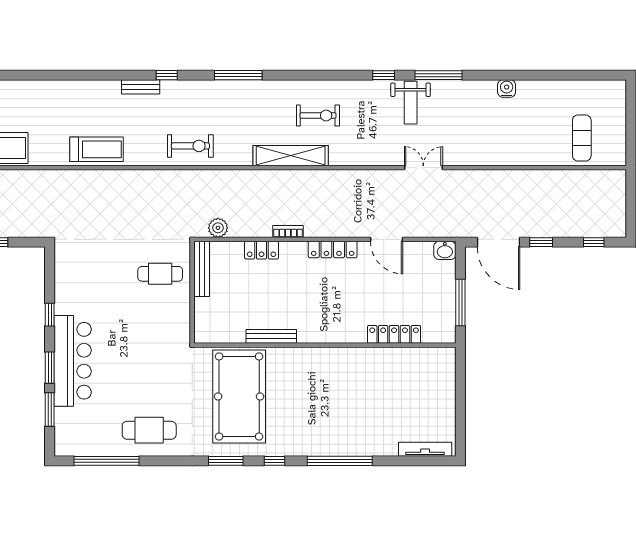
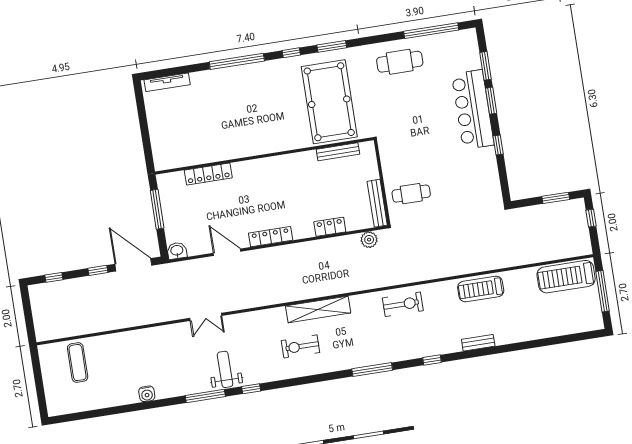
bench: (141, 87) -> (478, 343), moved
exercise bike: (190, 146) -> (403, 304), turned 180
bookcase: (288, 231) -> (310, 246), removed
bench: (271, 336) -> (338, 152), moved

